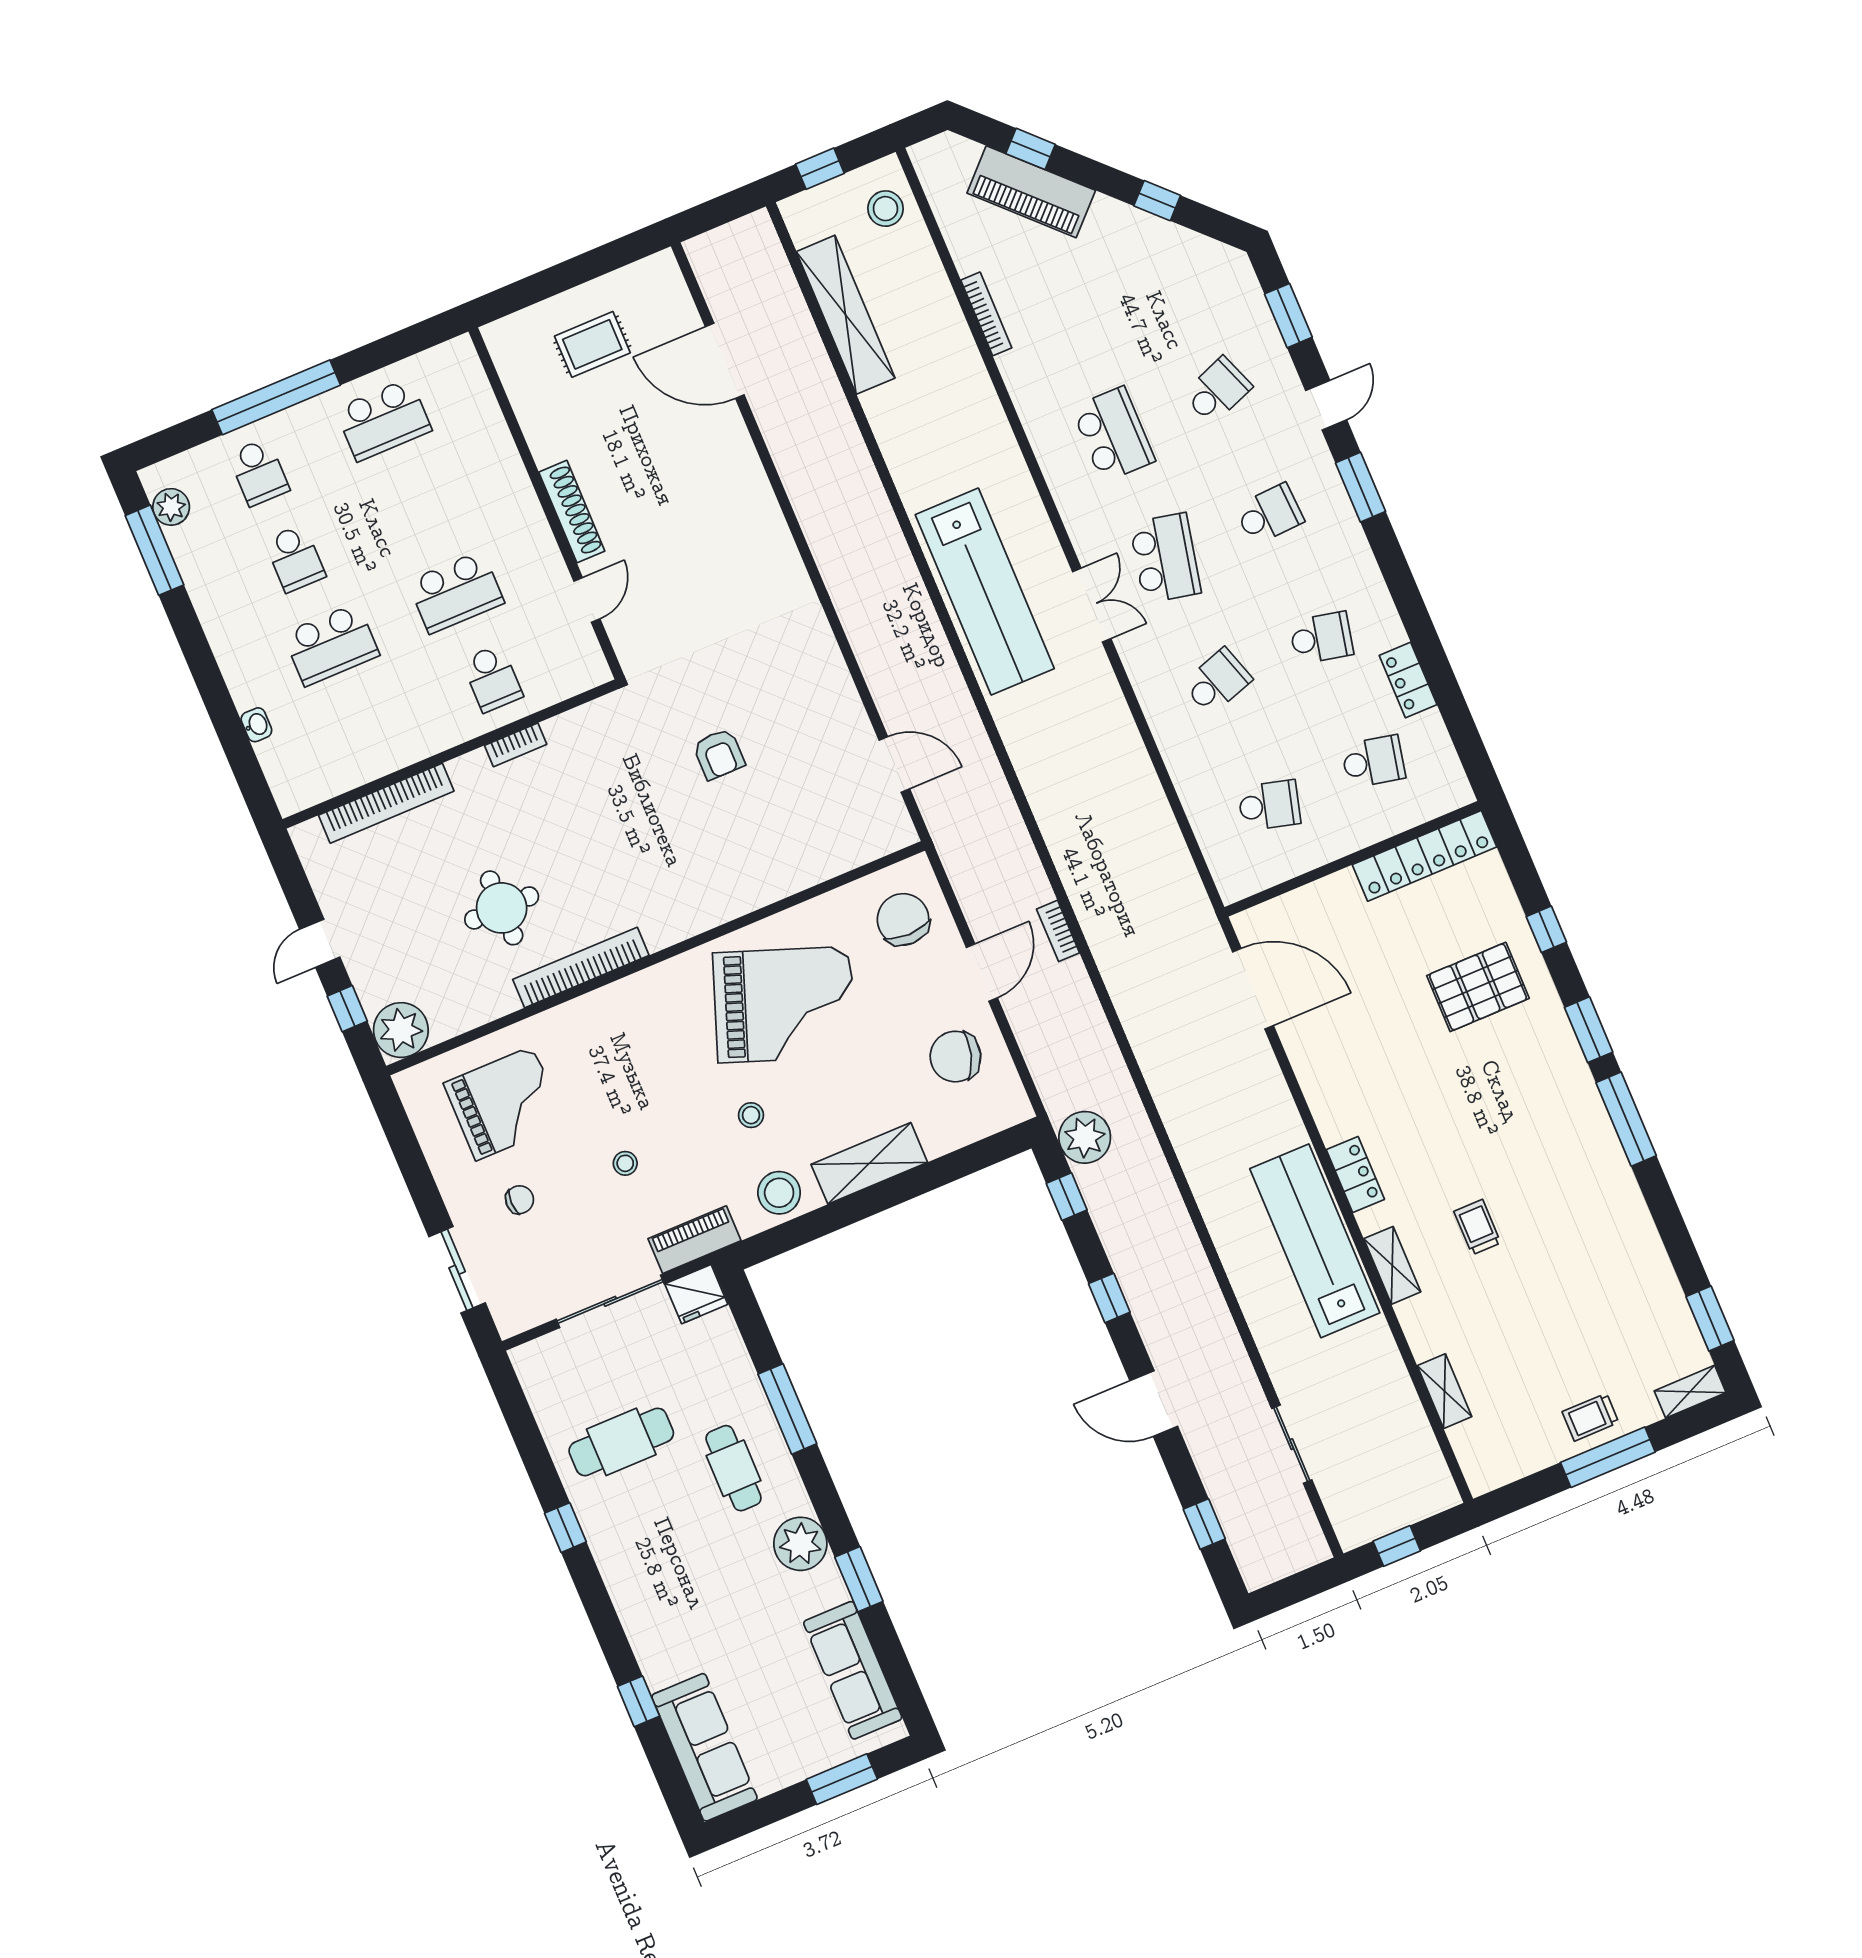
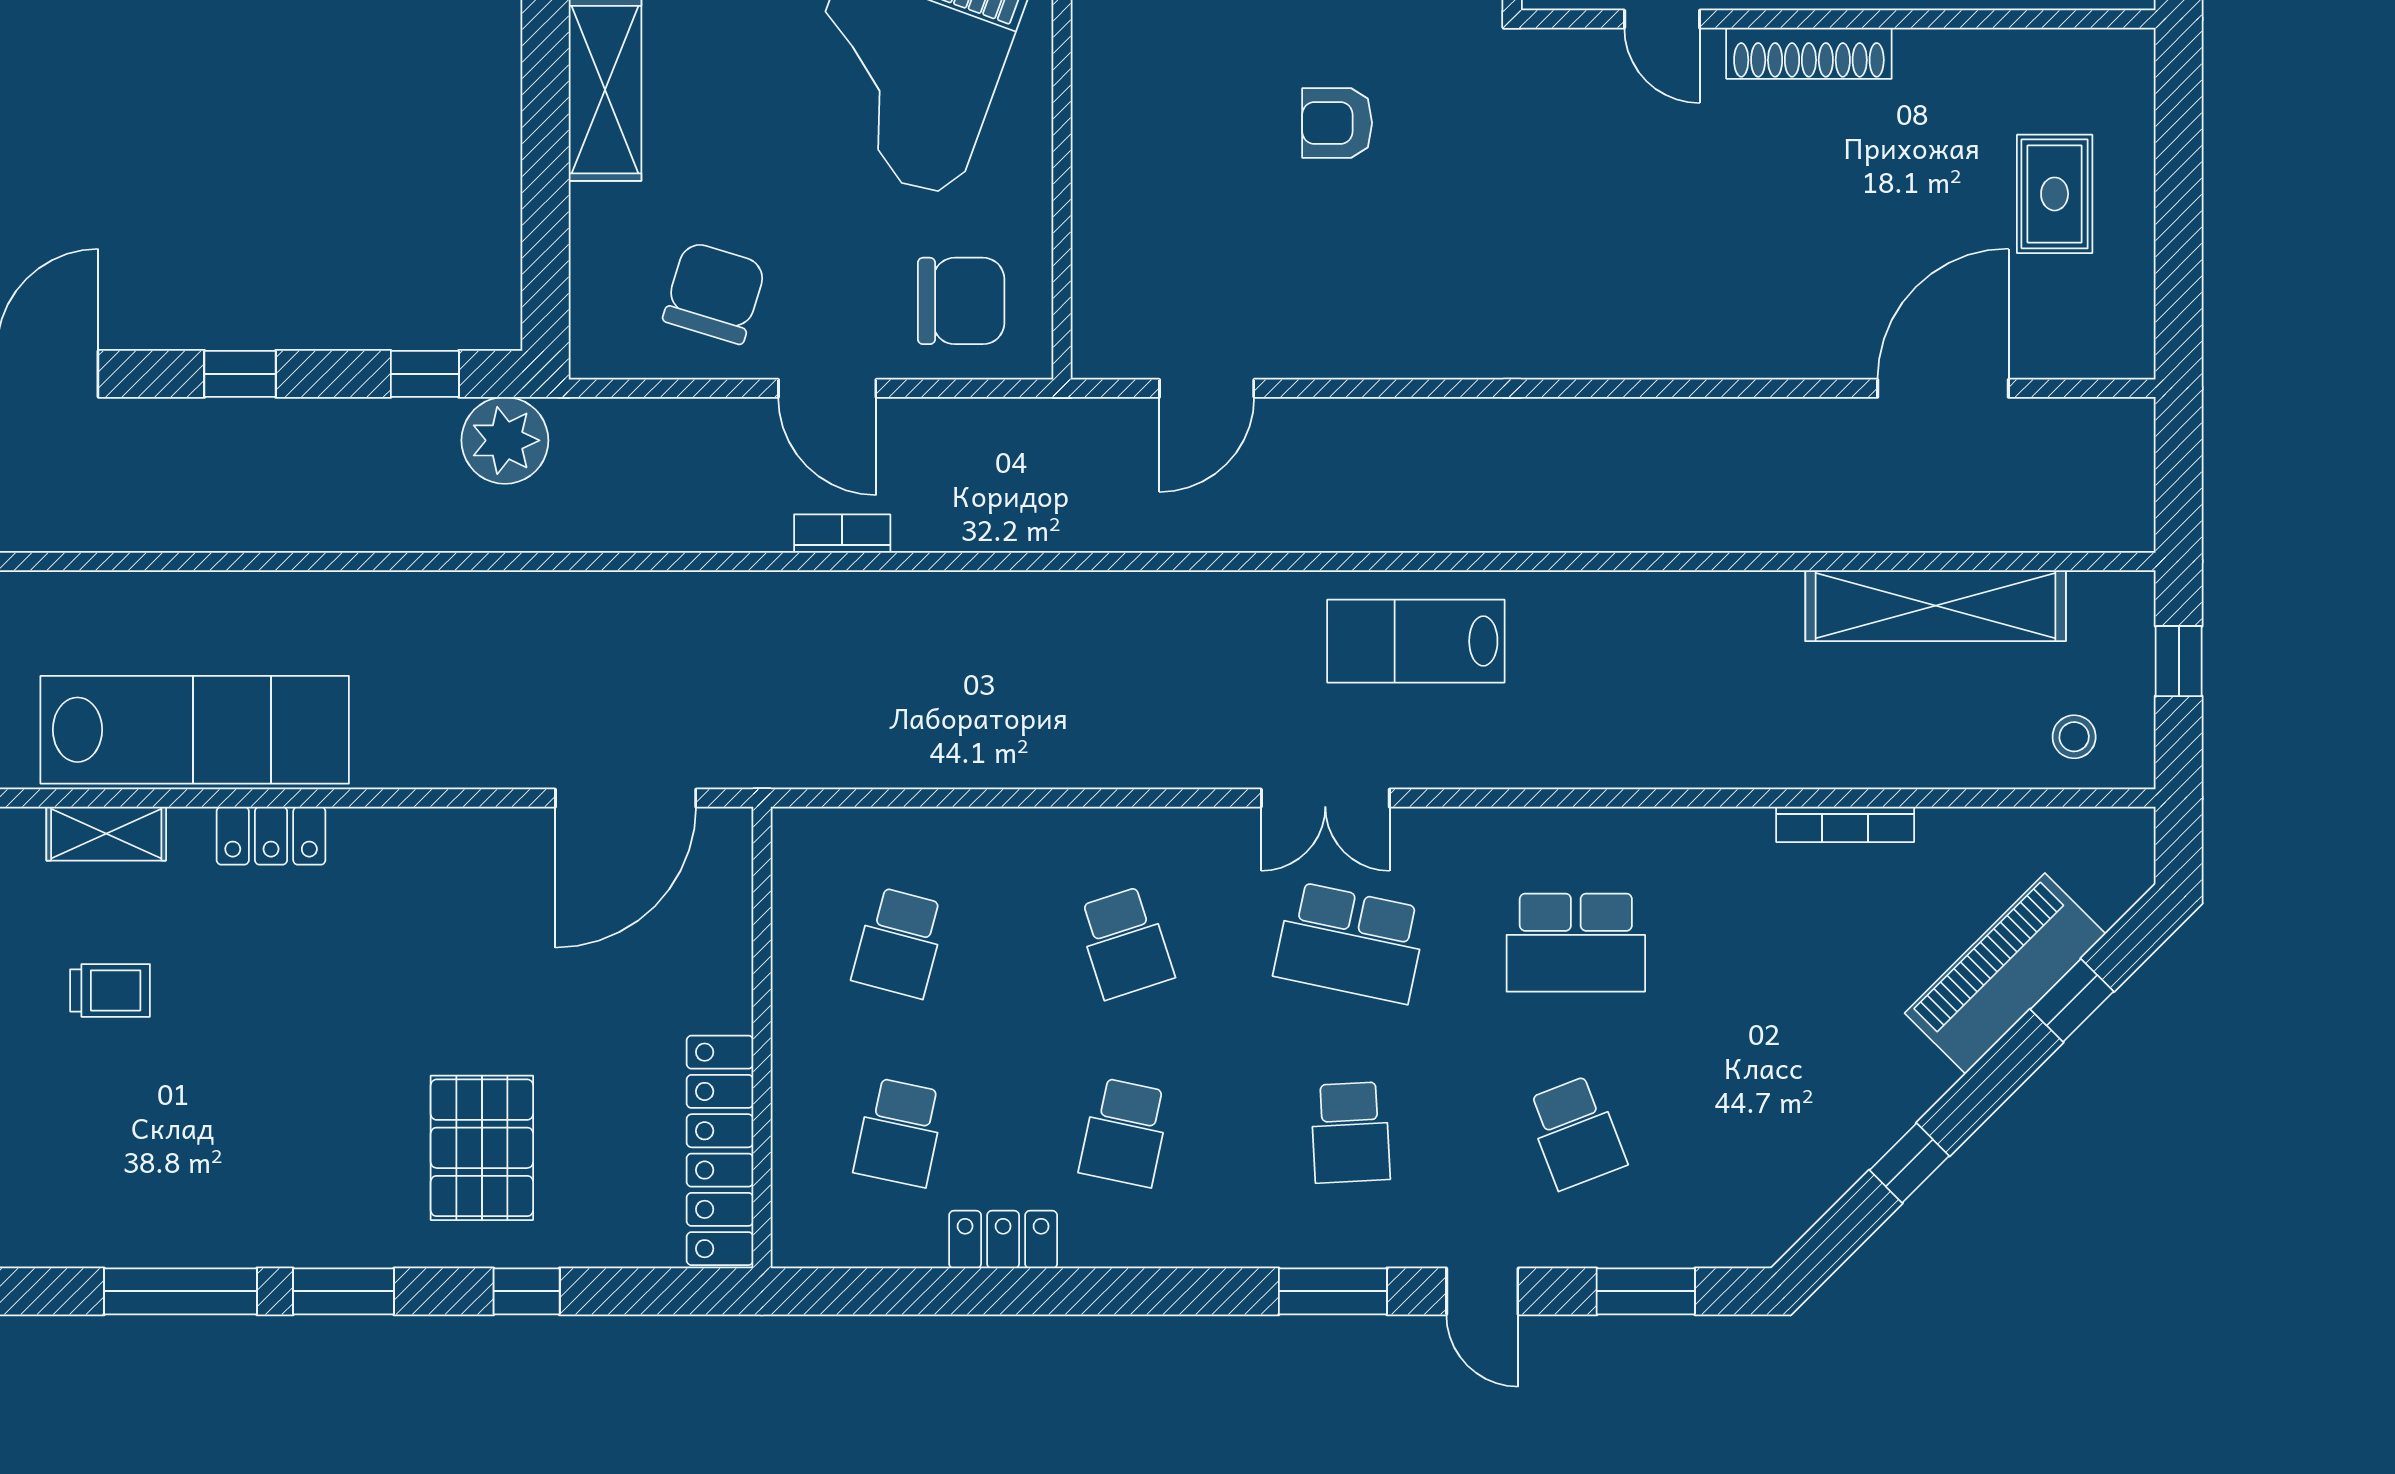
stool: (885, 209) -> (2074, 737), width x0.73, depth x0.73
lab bench: (985, 592) -> (1416, 641), width x0.54, depth x0.72

